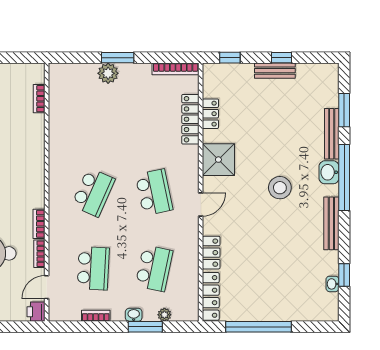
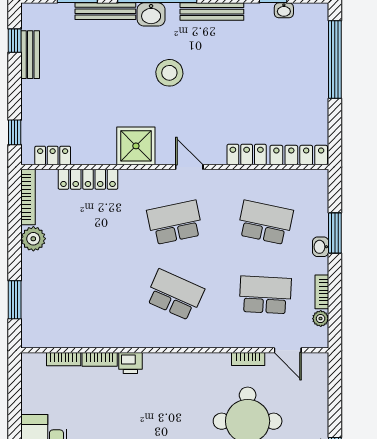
window: (118, 58) -> (15, 300), moved
window: (282, 58) -> (15, 41), moved
bench: (275, 71) -> (30, 55), moved
plant: (108, 73) -> (33, 239), moved
locker: (210, 114) -> (53, 155), moved
bookcase: (39, 224) -> (100, 359), moved
printer: (36, 312) -> (130, 363), moved
plant: (164, 315) -> (321, 319), moved
window: (259, 327) -> (335, 60), moved

